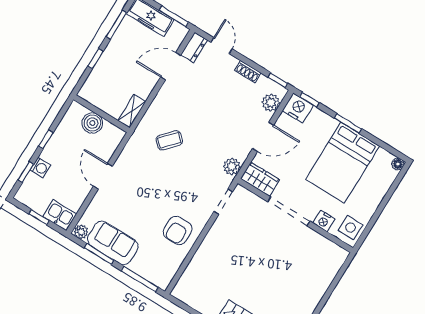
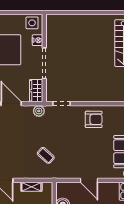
shelving: (132, 111) -> (31, 187), moved
door: (103, 176) -> (89, 180), hinge flipped

